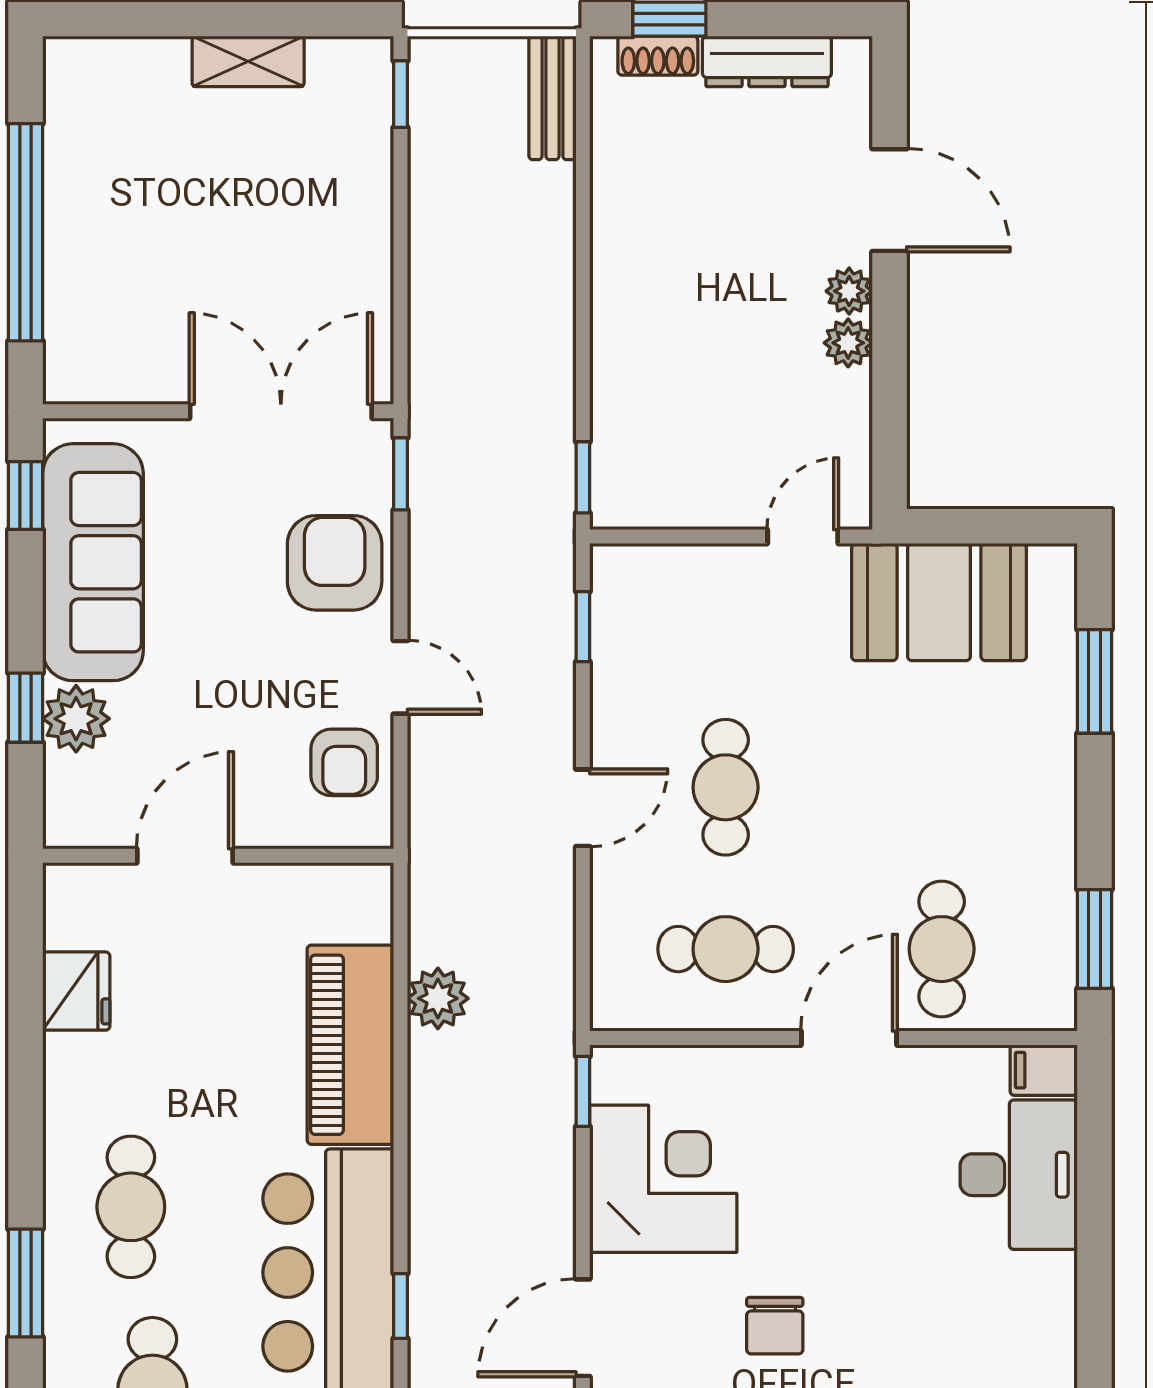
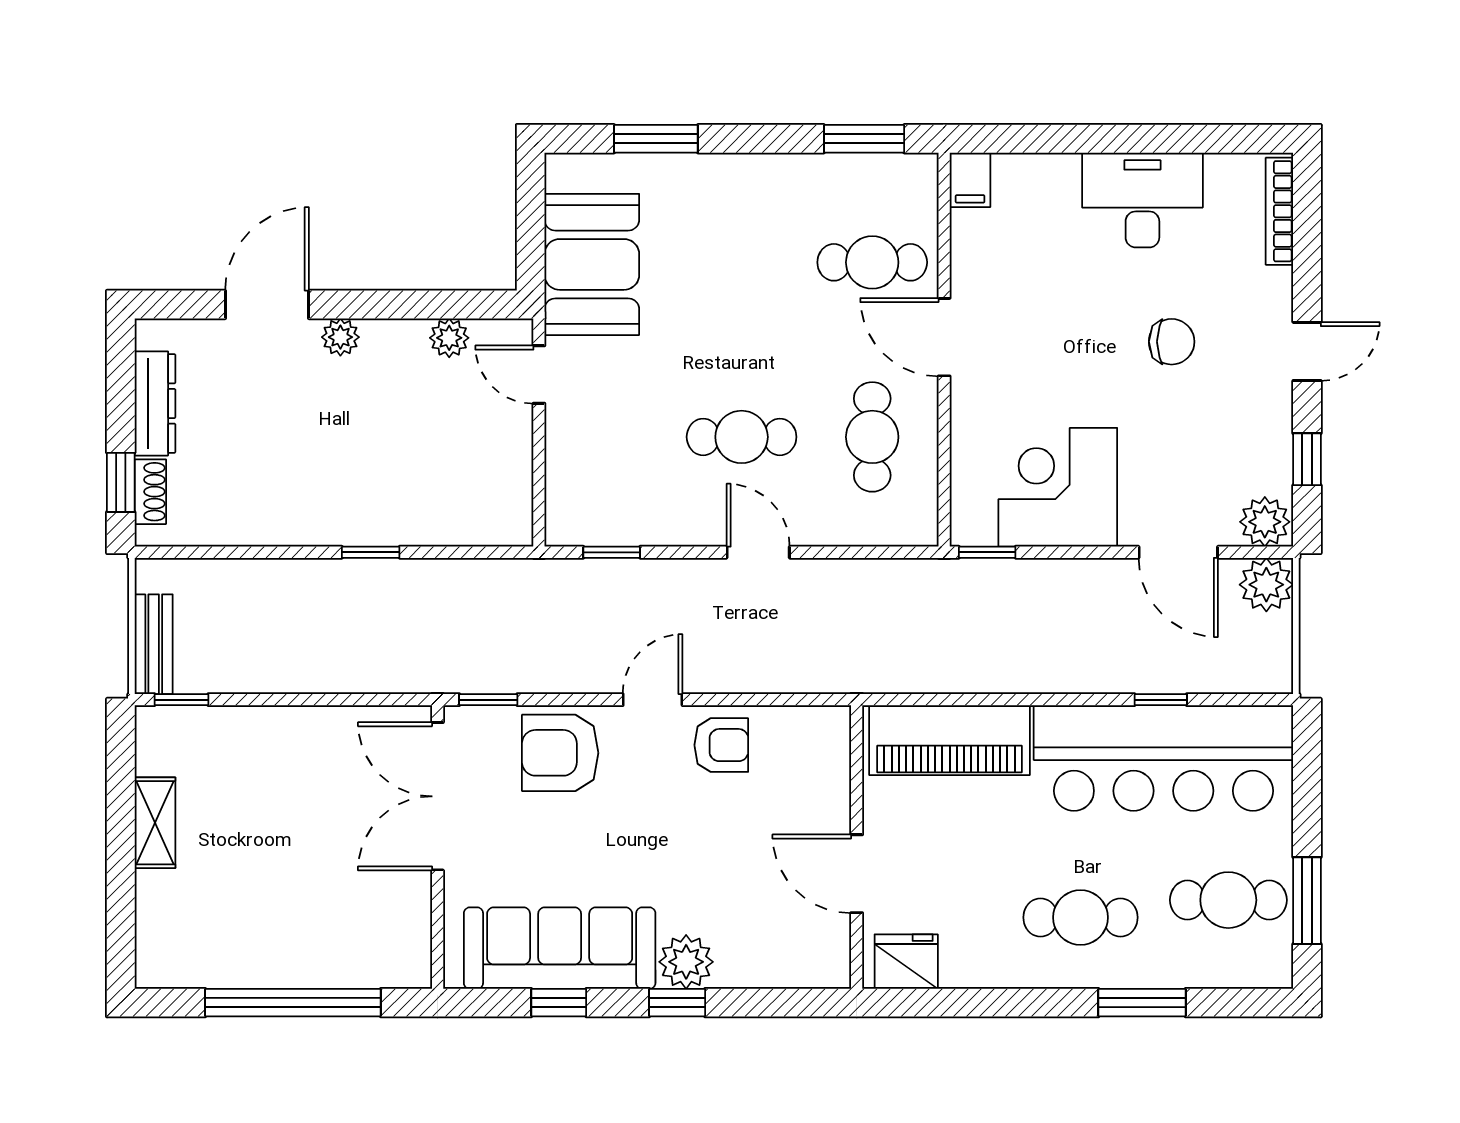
bench: (552, 98) -> (154, 644), moved, turned 90
plant: (848, 343) -> (449, 338), moved
window: (583, 477) -> (371, 552), moved
window: (26, 496) -> (559, 1003), moved
door: (185, 856) -> (857, 874), moved
wall: (218, 856) -> (857, 847), moved
plant: (438, 998) -> (912, 669), removed
desk: (1019, 1175) -> (1142, 200), moved
chair: (775, 1326) -> (1172, 342), moved

